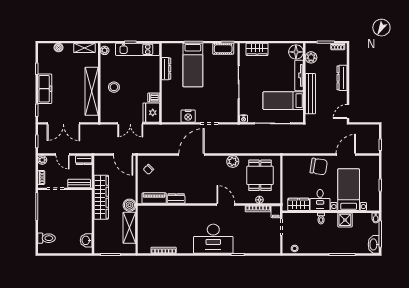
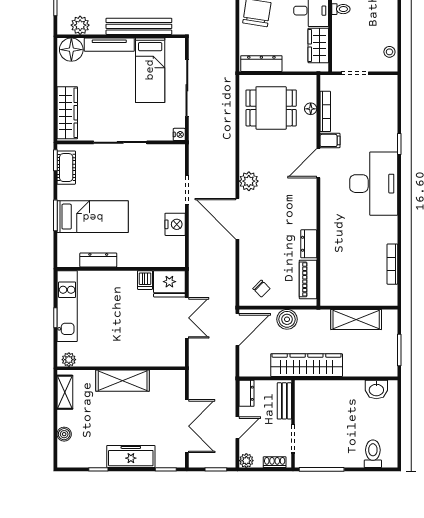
wardrobe: (257, 49) -> (67, 113), width x1.50
stool: (114, 87) -> (128, 344), removed
shelving: (92, 91) -> (123, 381), width x0.68
plant: (233, 162) -> (249, 181), moved
dresser: (287, 169) -> (261, 64), added
boiler: (129, 205) -> (287, 319), moved
filing cabinet: (276, 212) -> (330, 140), moved

